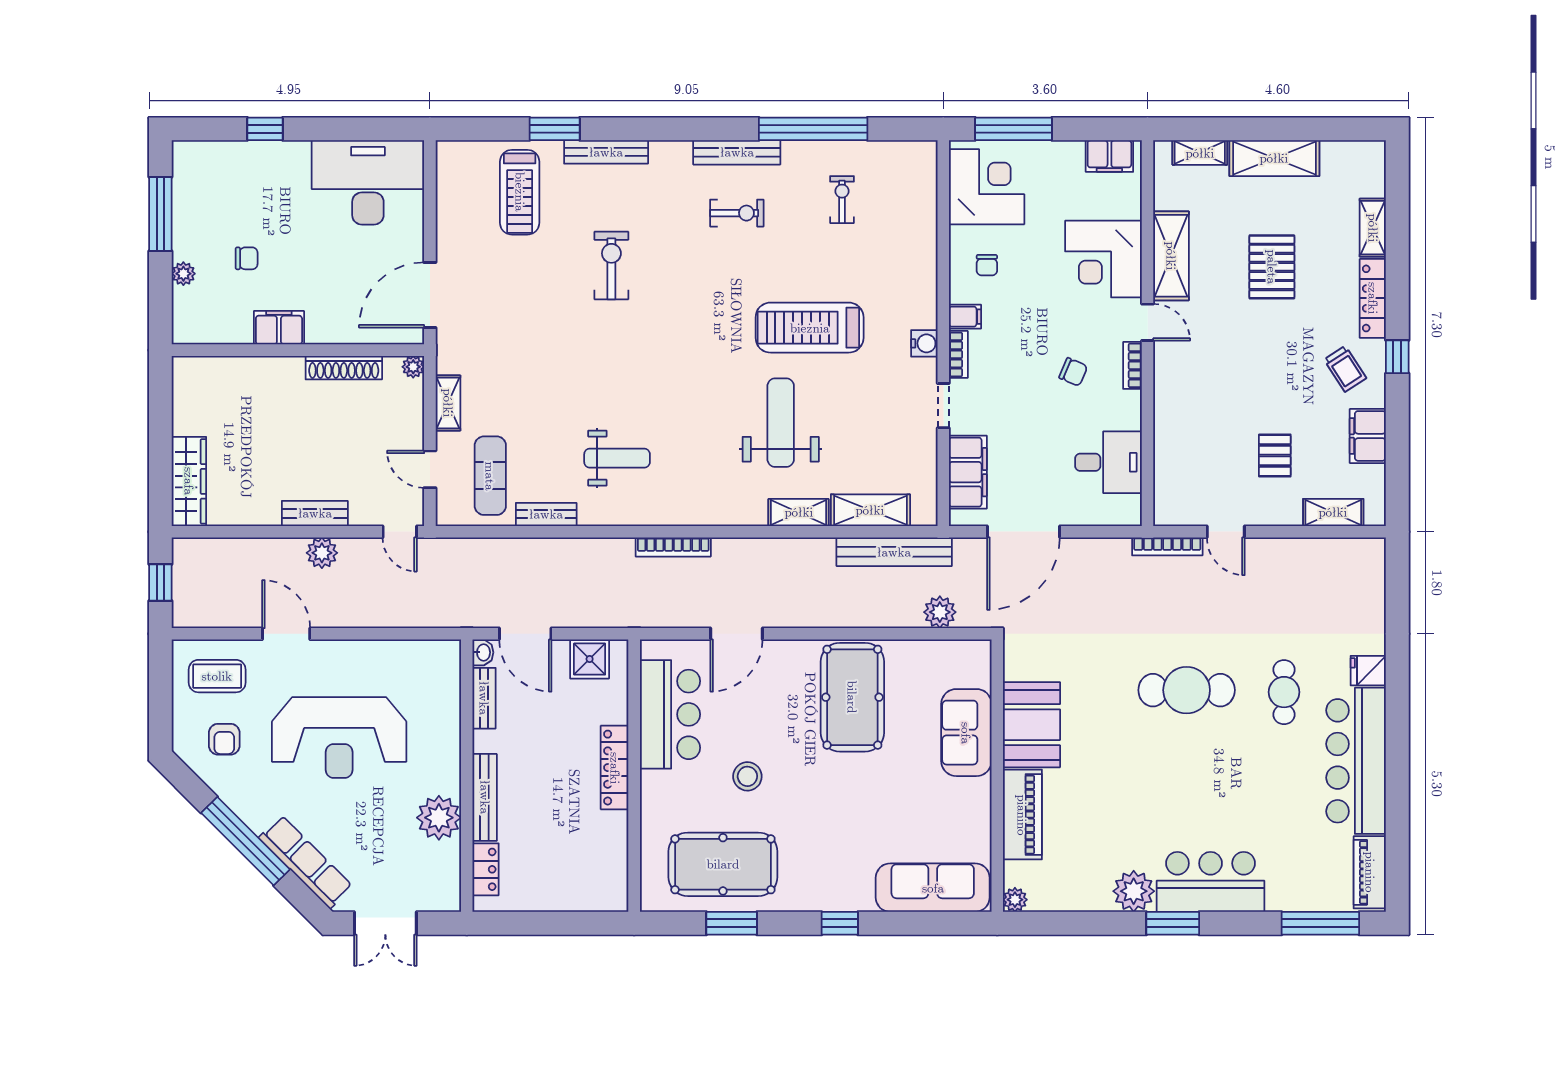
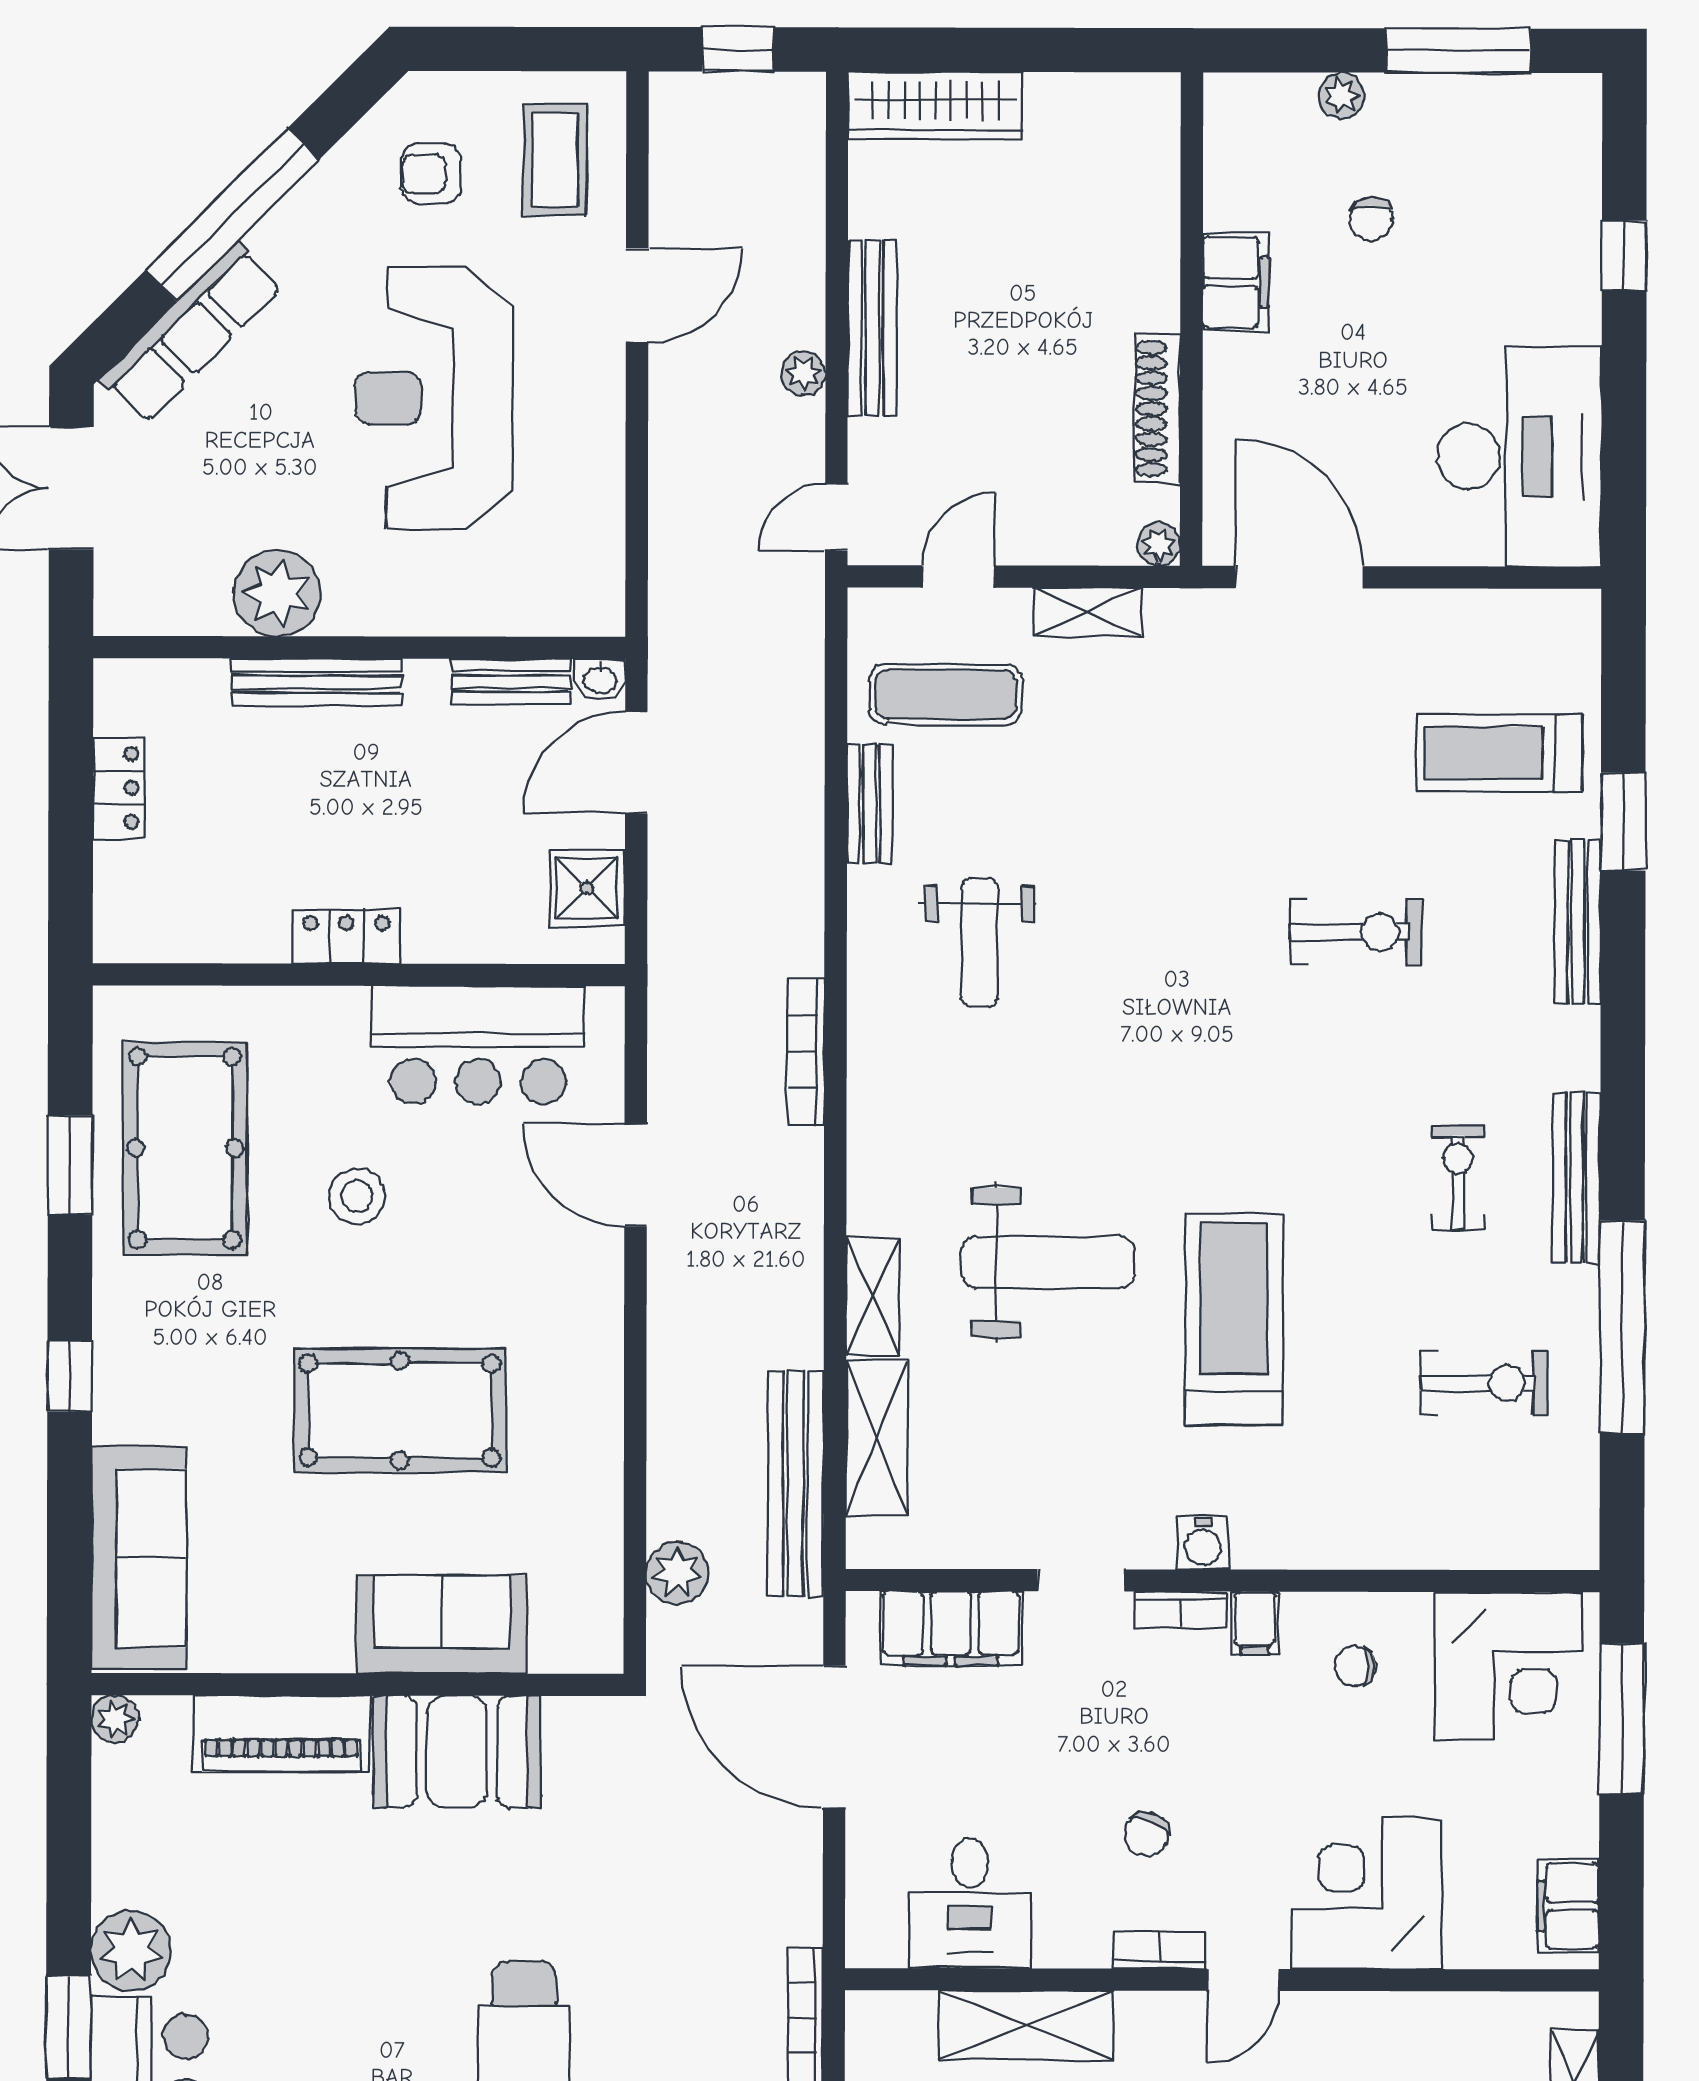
exercise bike: (842, 200) -> (1484, 1383), width x1.38, depth x1.39
exercise bike: (737, 213) -> (1458, 1177), turned 180
shelving: (1171, 256) -> (1026, 2025), moved
bench: (315, 513) -> (872, 328), width x1.36
plant: (322, 553) -> (803, 374), width x0.73, depth x0.73
pool table: (852, 697) -> (400, 1410), moved
locker: (615, 768) -> (346, 937), width x0.66
locker: (486, 869) -> (119, 788), moved, turned -90

